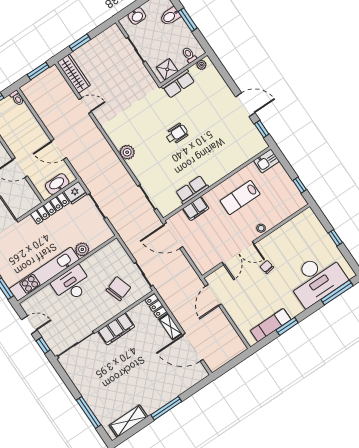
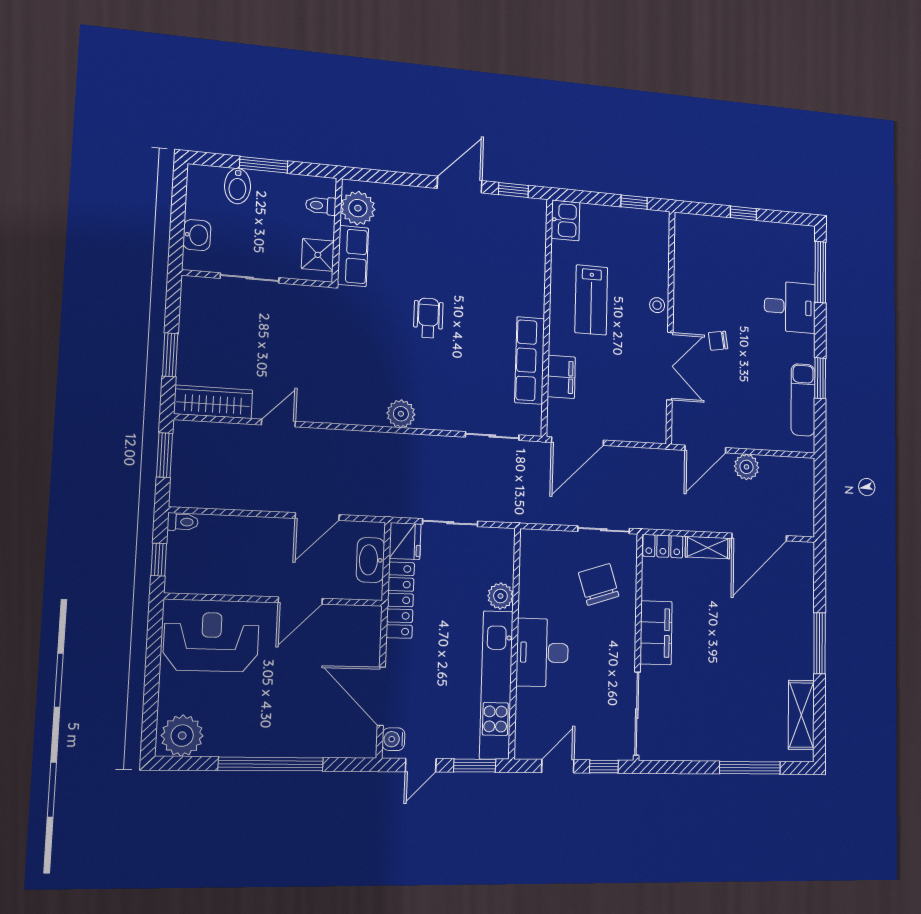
plant: (201, 65) -> (358, 208), width x1.88, depth x1.88
row of seats: (192, 190) -> (530, 360), width x1.48
desk: (317, 279) -> (790, 307), width x0.53, depth x0.77
door: (213, 295) -> (705, 449), hinge flipped
plant: (220, 320) -> (747, 467), added

